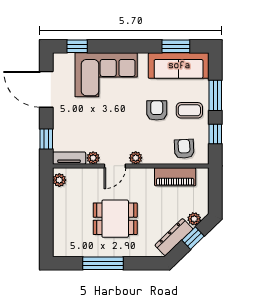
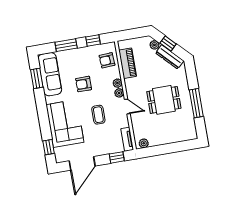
coffee table: (189, 110) -> (98, 115), moved
plant: (93, 158) -> (117, 83), moved
dining table: (115, 219) -> (164, 100), turned 90

